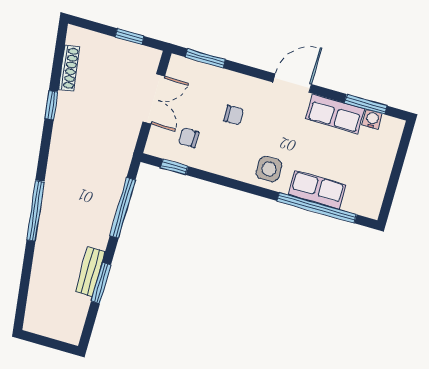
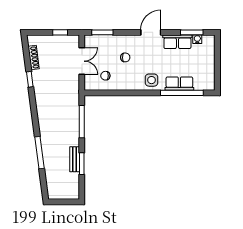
window: (174, 167) -> (102, 93), removed
window: (35, 211) -> (40, 153), moved

